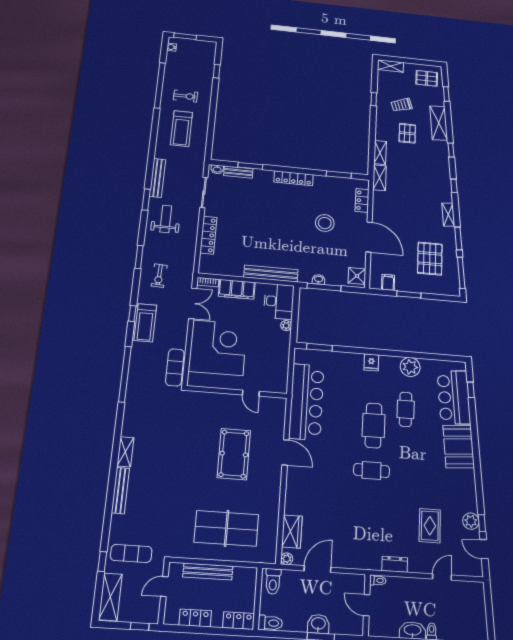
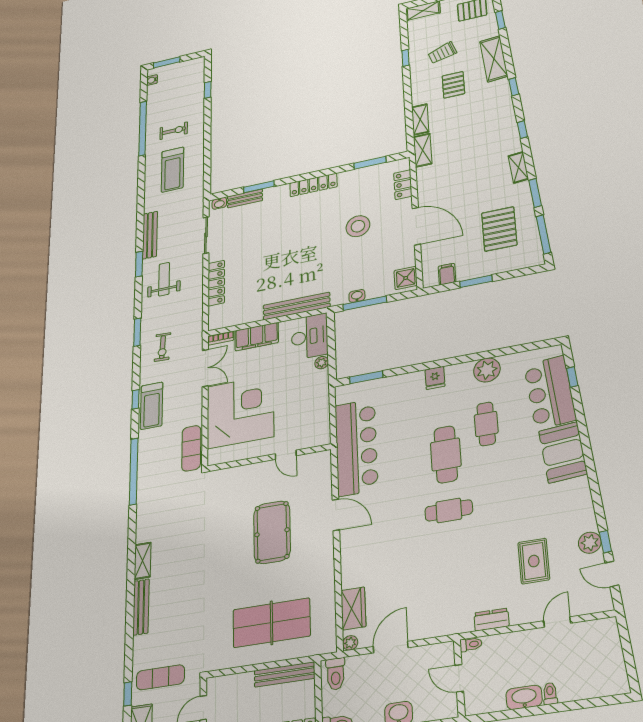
bench: (208, 571) -> (285, 674), moved

